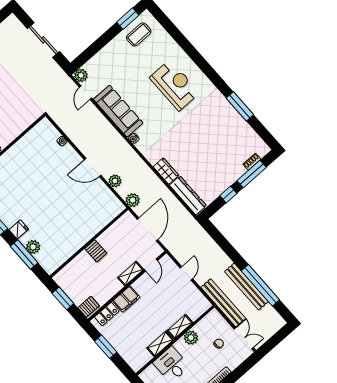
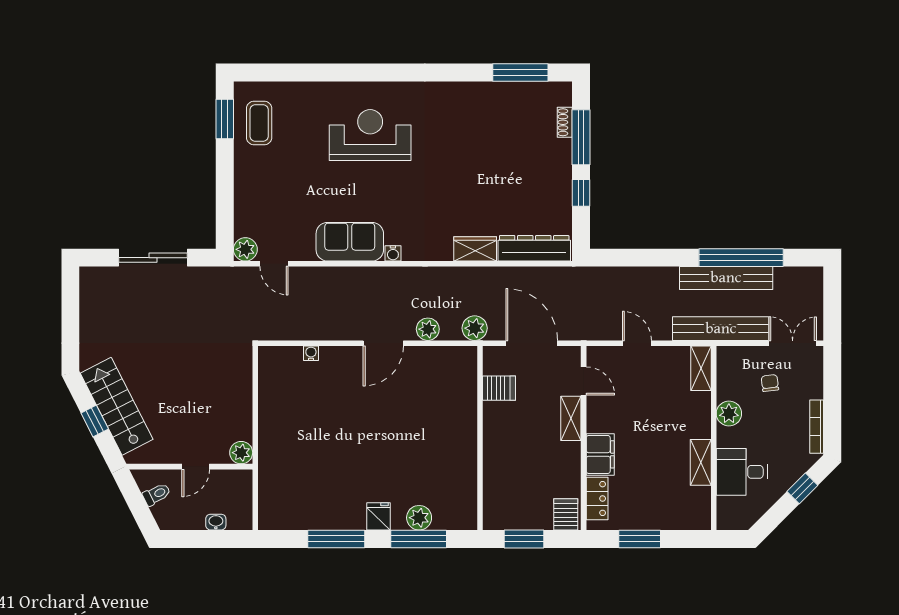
window: (240, 106) -> (520, 72), moved
sofa: (118, 111) -> (350, 242), width x0.73
server rack: (96, 251) -> (499, 388), moved
shelving: (180, 327) -> (701, 368), moved

